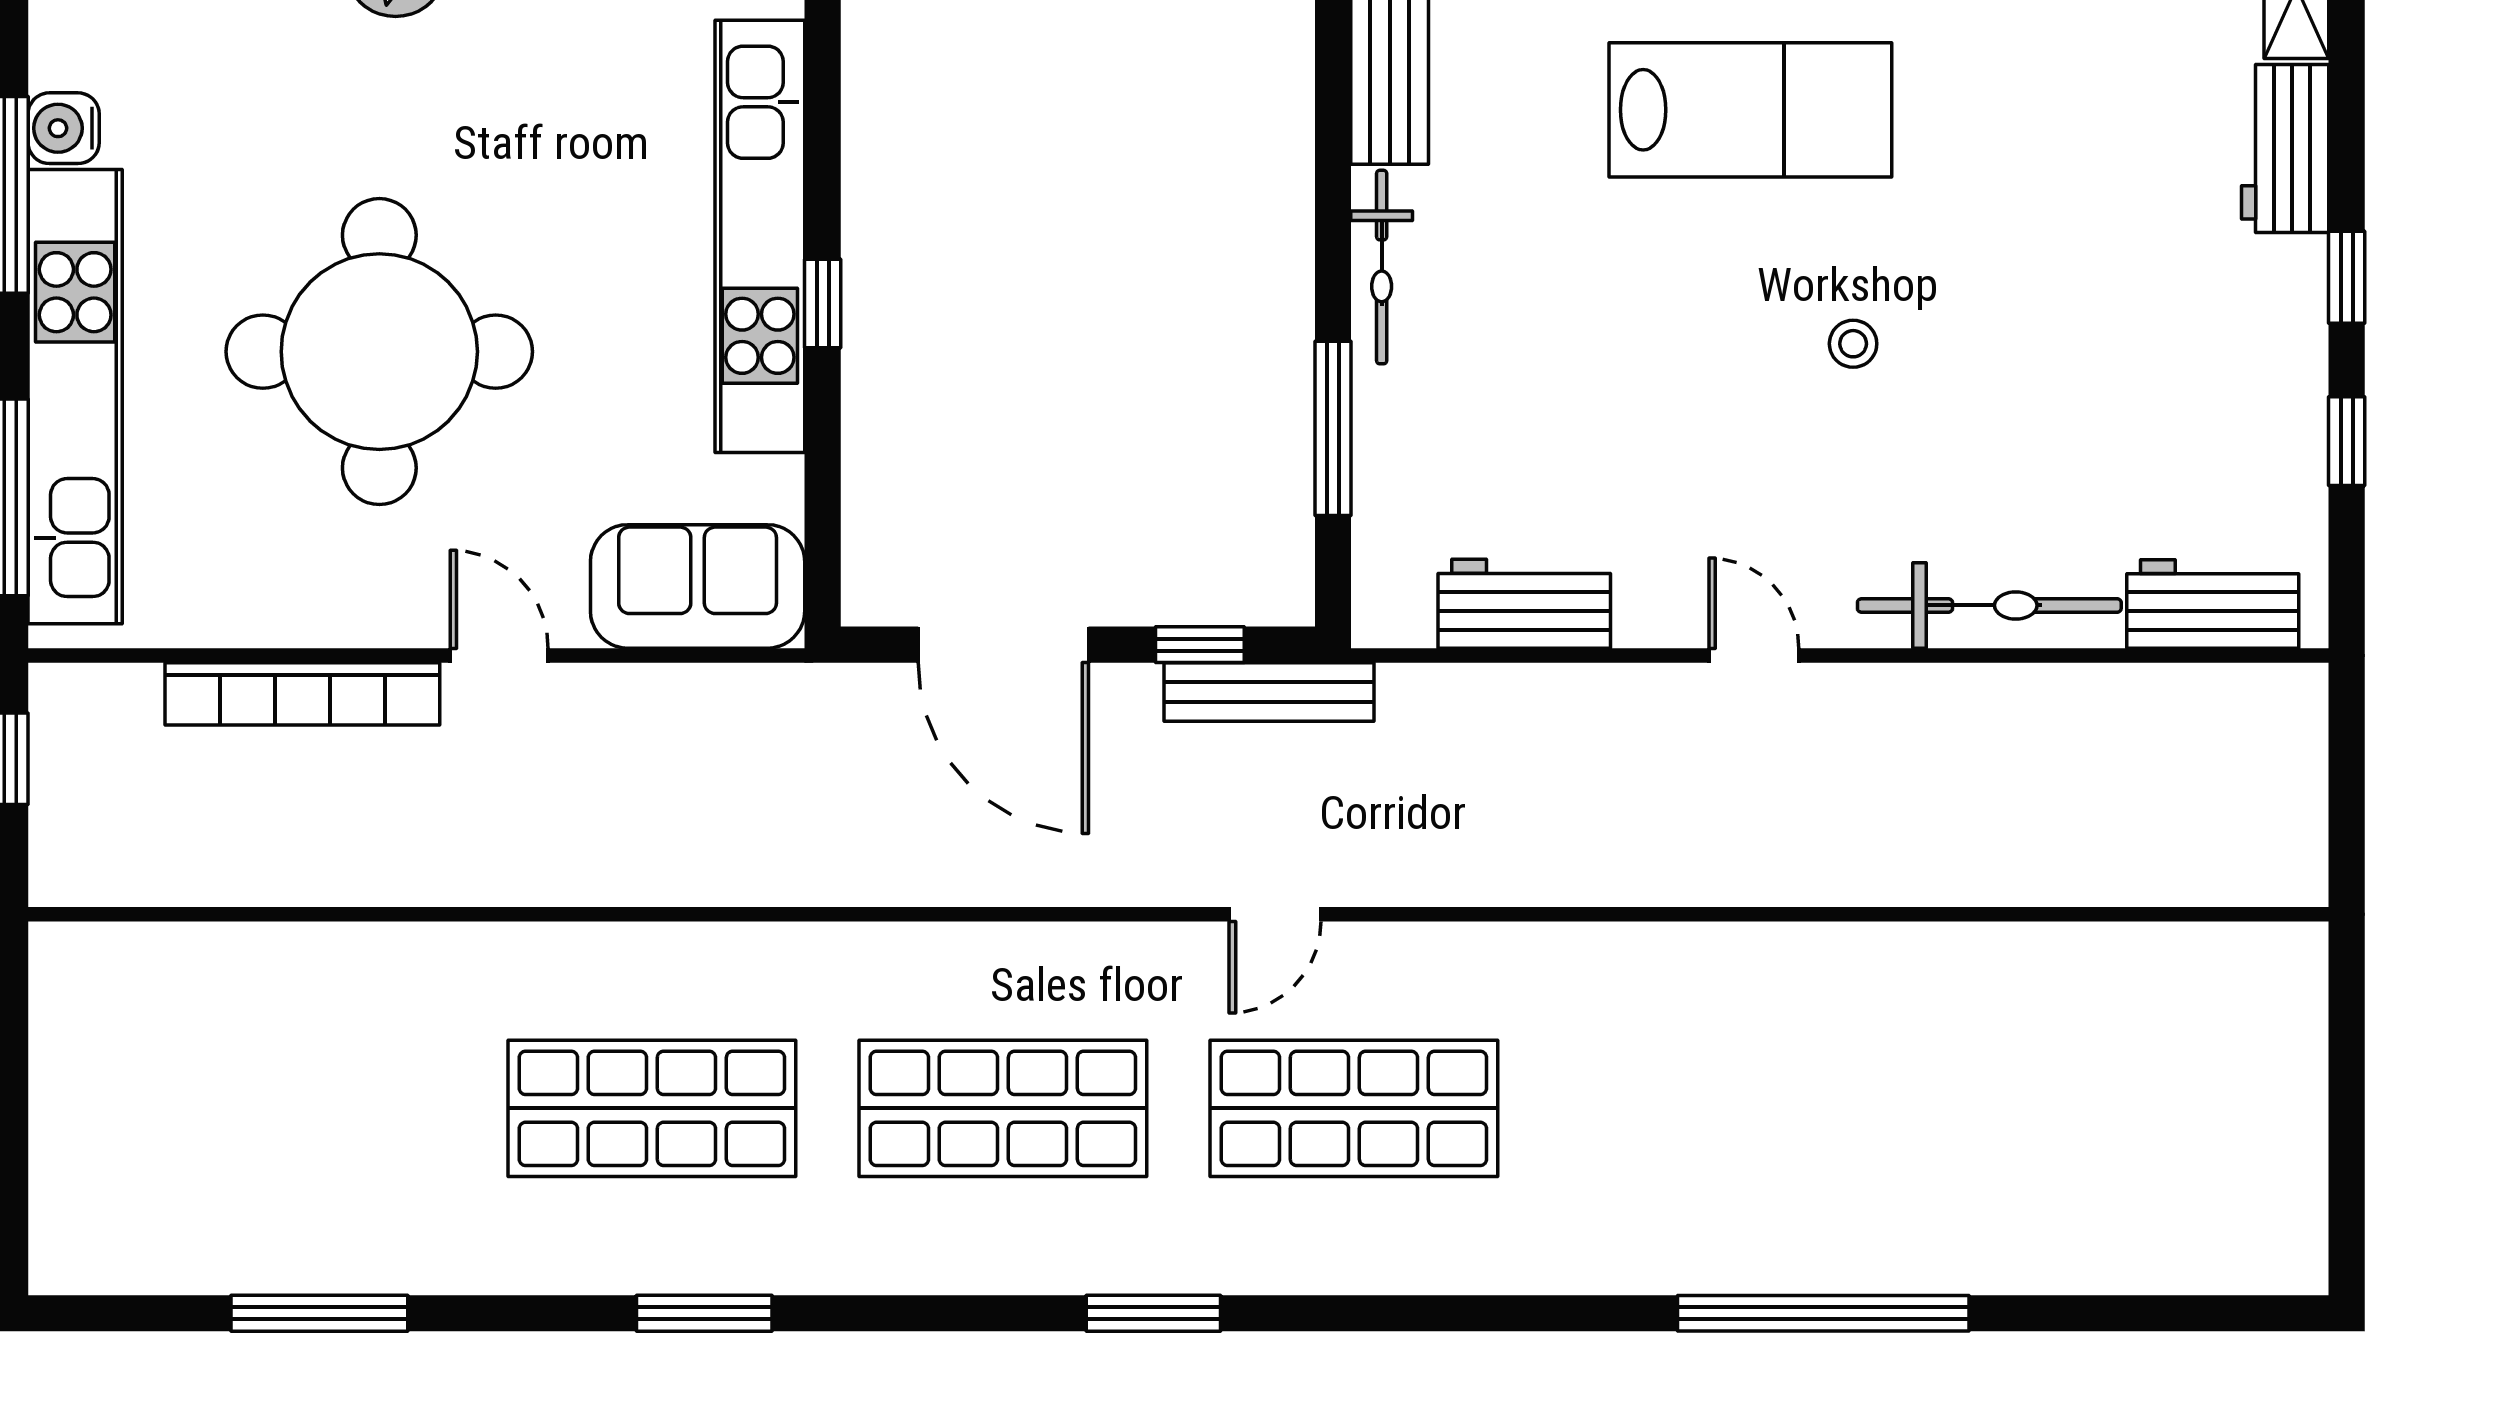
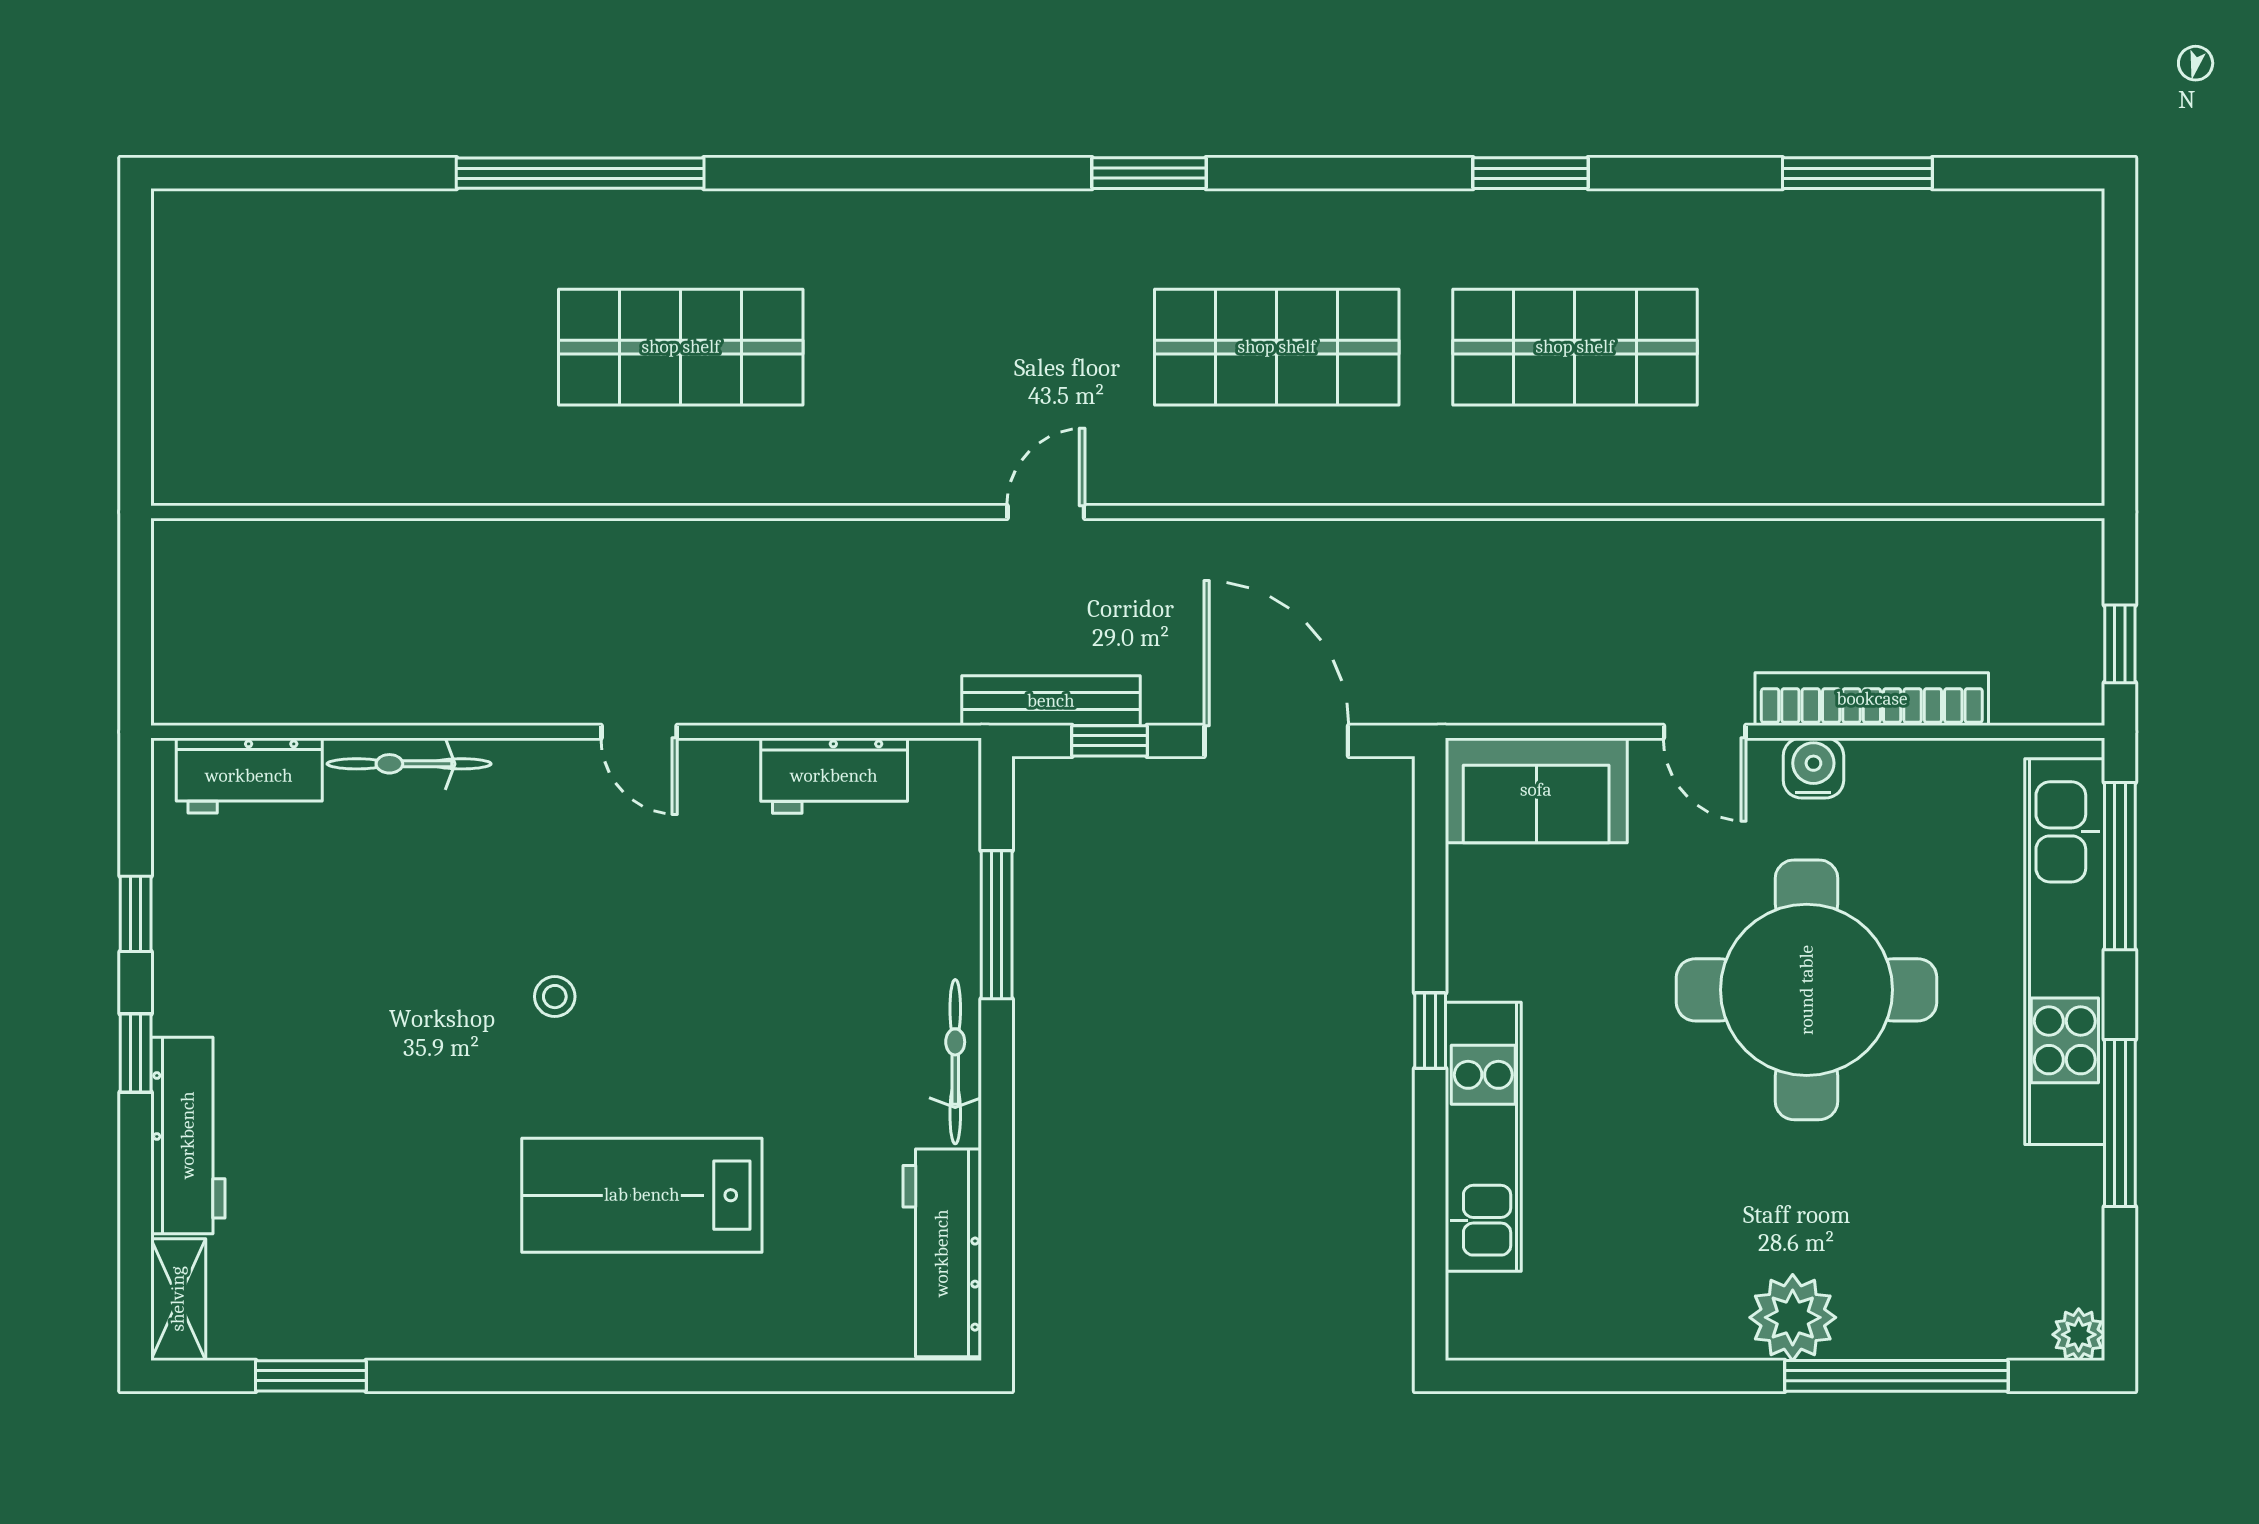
water cooler: (64, 128) -> (1813, 768), moved, turned -90
workbench: (2285, 149) -> (188, 1135), width x1.38
kitchen unit: (760, 236) -> (1483, 1137), width x0.73
bicycle: (1989, 605) -> (409, 764), width x0.73, depth x0.71
shop shelf: (1354, 1108) -> (681, 347), moved

